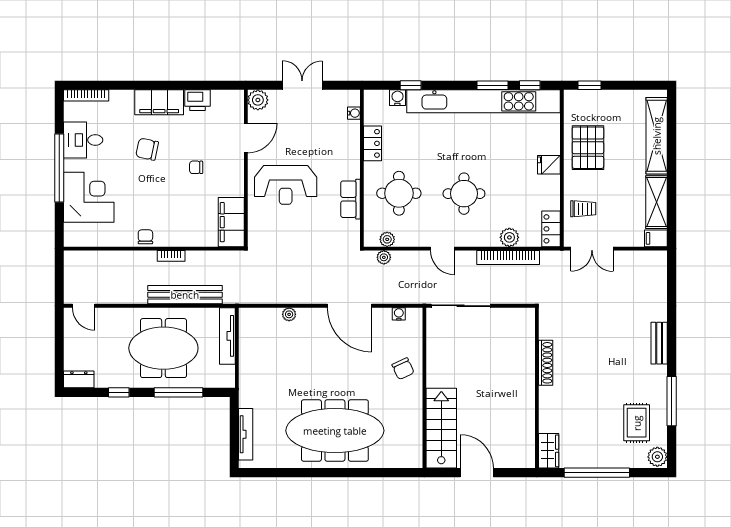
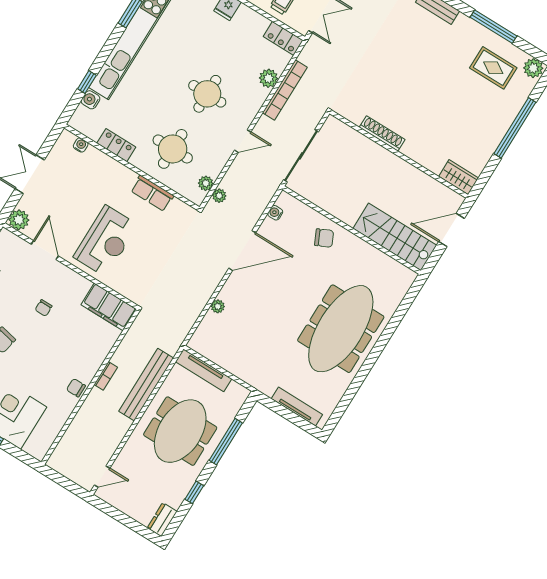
shoe rack: (546, 363) -> (382, 133), moved
wall: (537, 388) -> (399, 154), moved
wardrobe: (549, 451) -> (459, 177), moved

